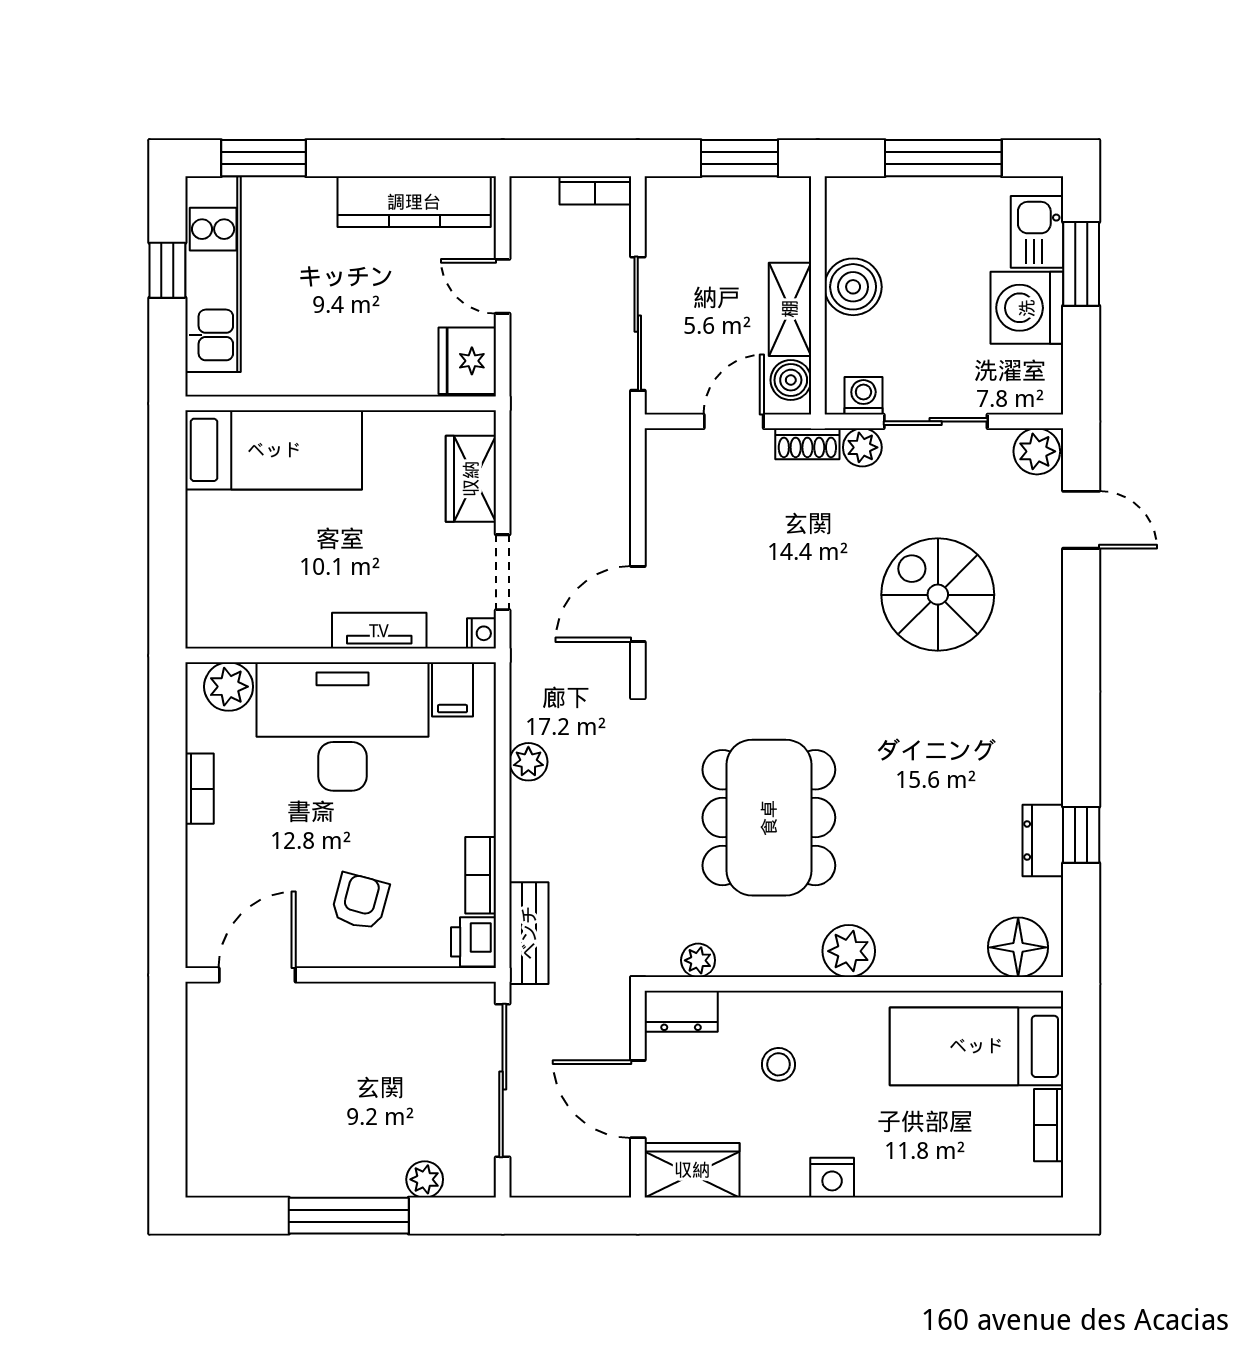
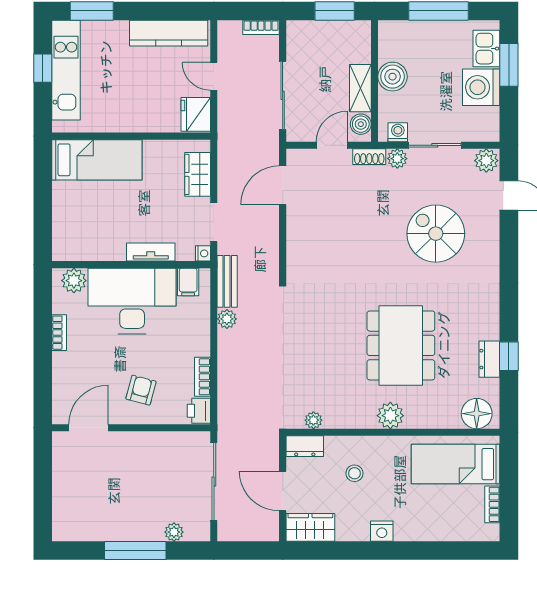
door: (638, 604) -> (283, 185), moved
dining table: (769, 818) -> (401, 345), moved
bench: (529, 933) -> (227, 281), moved

